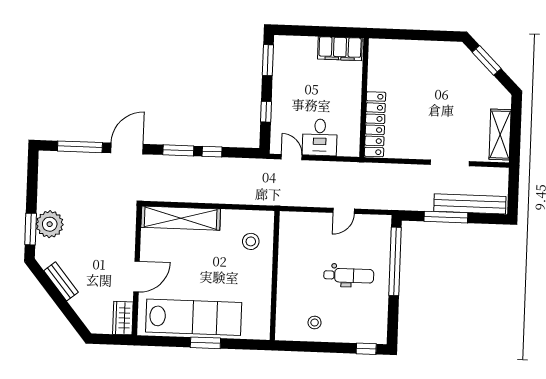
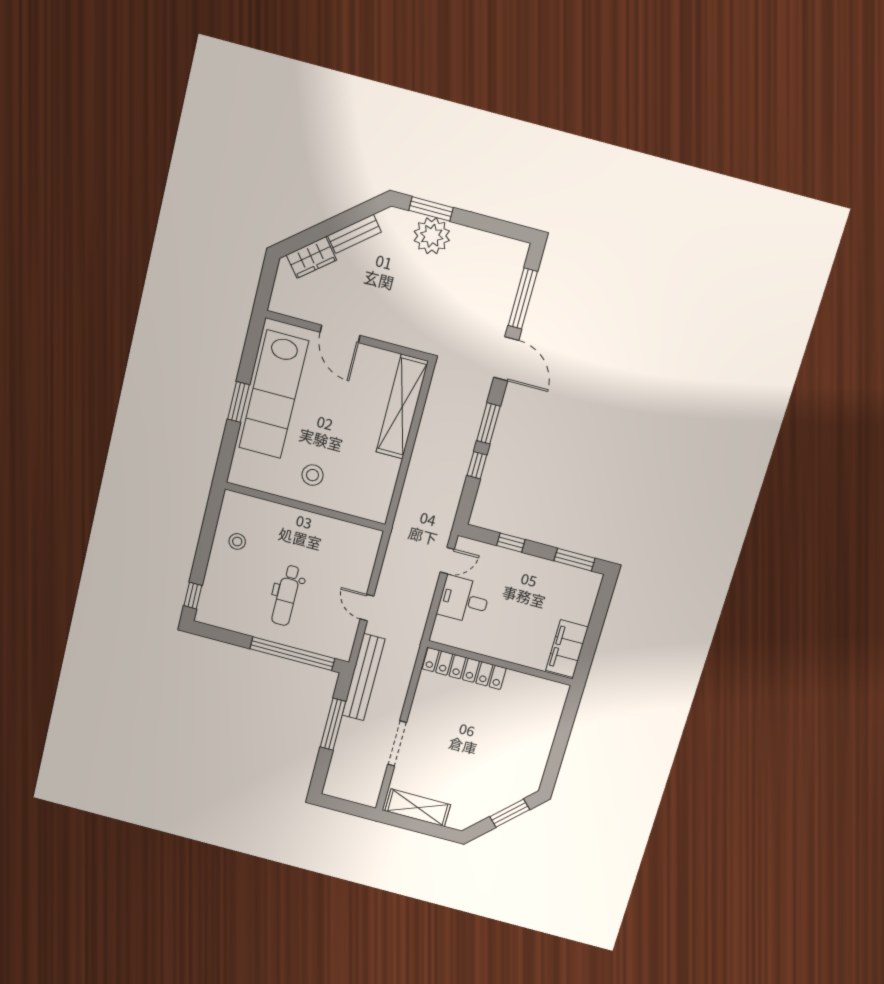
bench: (470, 204) -> (363, 677), moved
stool: (251, 241) -> (313, 475), moved
wardrobe: (123, 318) -> (311, 258), moved, turned 141

